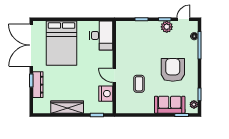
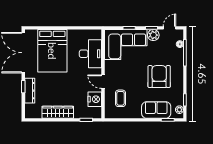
desk: (101, 35) -> (90, 54), moved
corner sofa: (138, 37) -> (126, 44), added
coffee table: (139, 84) -> (120, 98), moved

